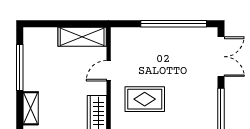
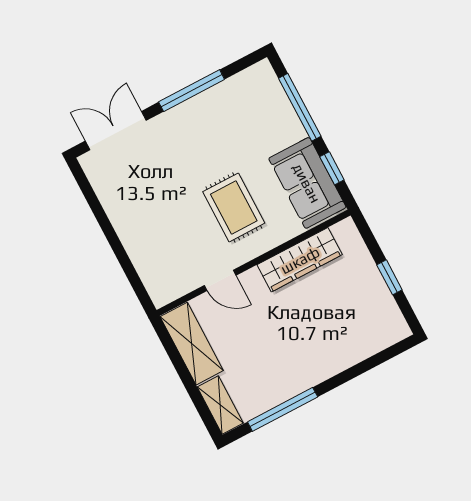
window: (174, 24) -> (104, 223), removed
shelving: (31, 108) -> (220, 405), moved, turned 90

